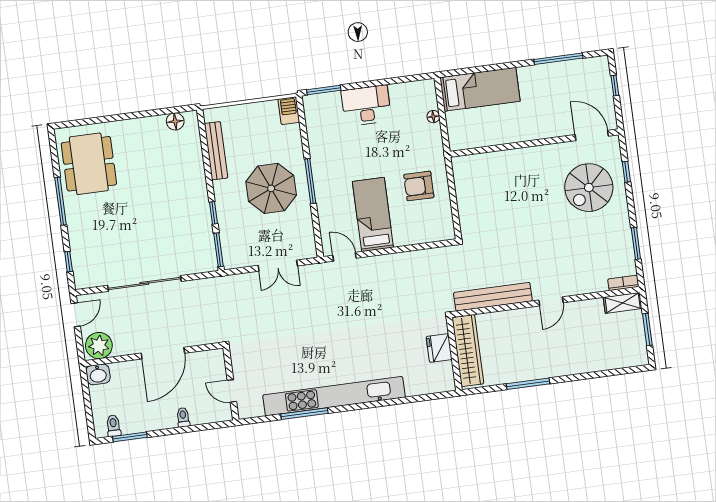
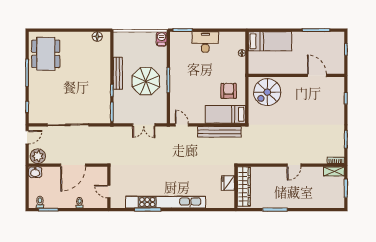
door: (592, 135) -> (317, 75), moved
bench: (216, 151) -> (118, 73), moved
armchair: (419, 186) -> (229, 91), turned 90
spiral stairs: (589, 188) -> (267, 92), moved
bed: (373, 214) -> (225, 114), moved, turned -90
bench: (493, 297) -> (219, 132), moved

